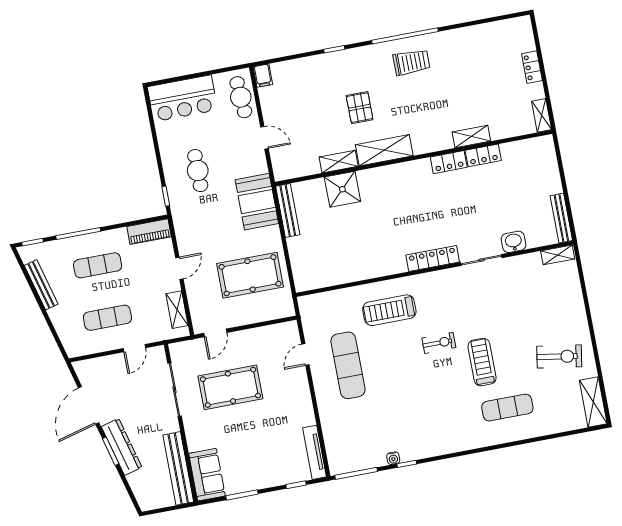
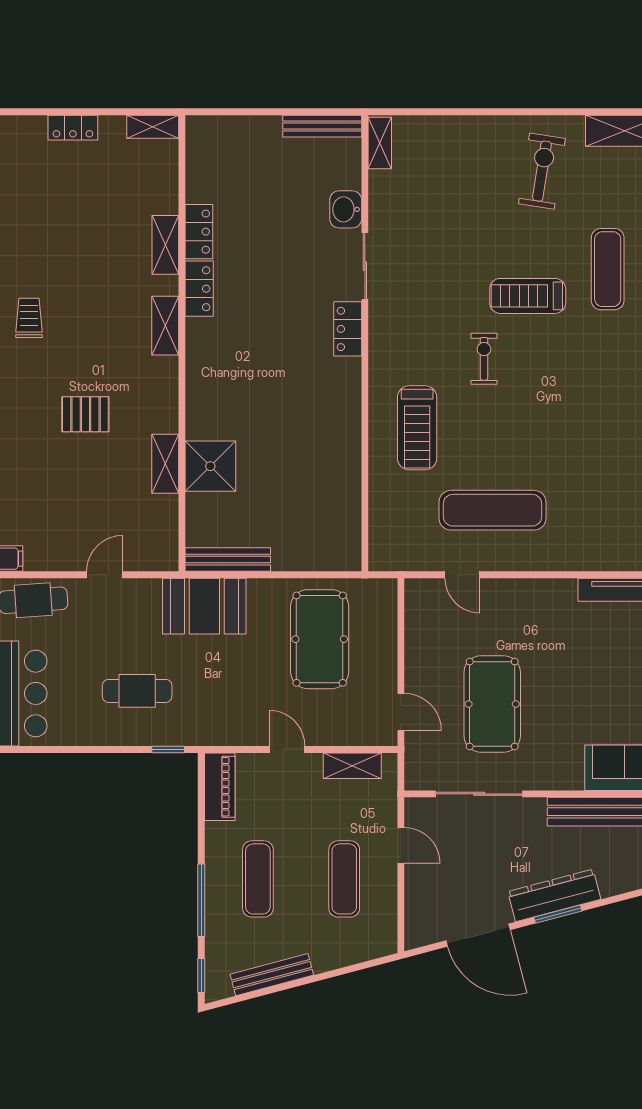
trolley: (411, 62) -> (29, 318), width x0.73, depth x0.72
shelving: (384, 150) -> (165, 326), moved, width x0.67, depth x0.75
locker: (433, 258) -> (348, 329), width x0.66

